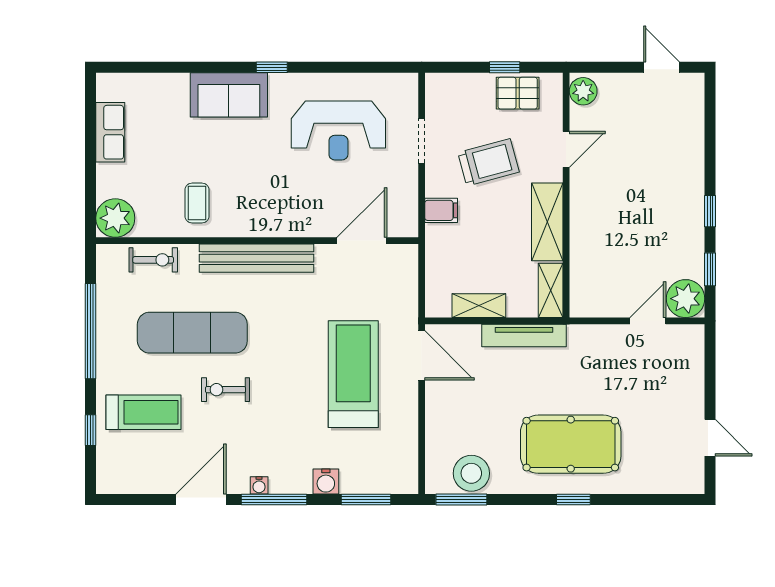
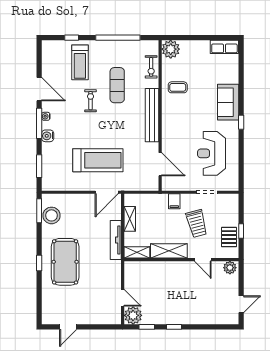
row of seats: (110, 132) -> (224, 47), moved
exercise mat: (192, 333) -> (117, 85), width x0.73, depth x0.69
water cooler: (326, 482) -> (48, 136), moved

